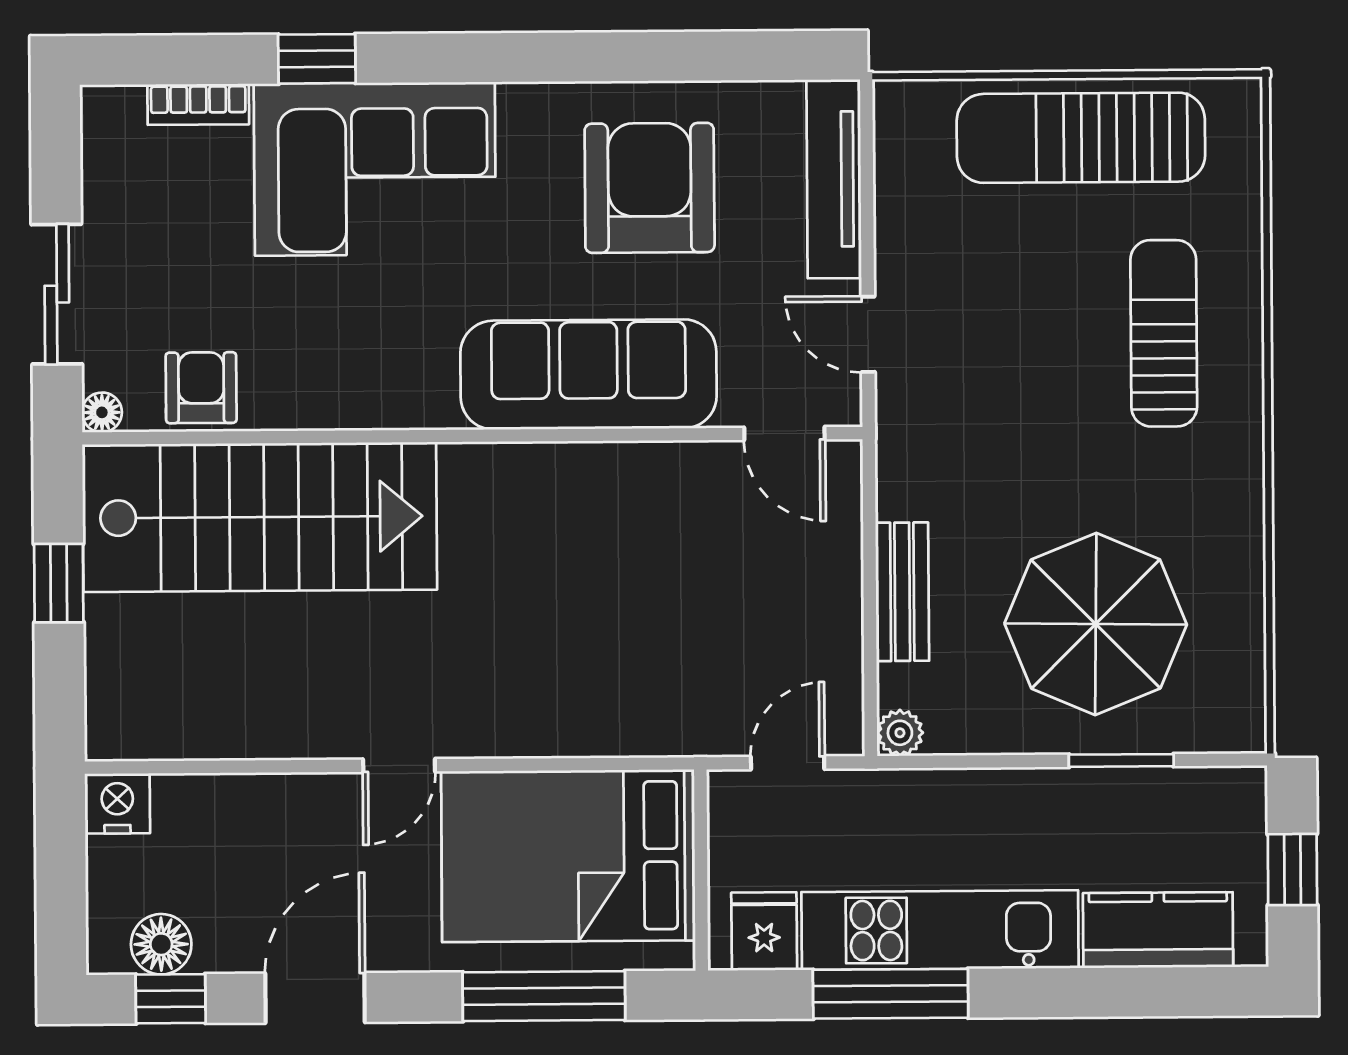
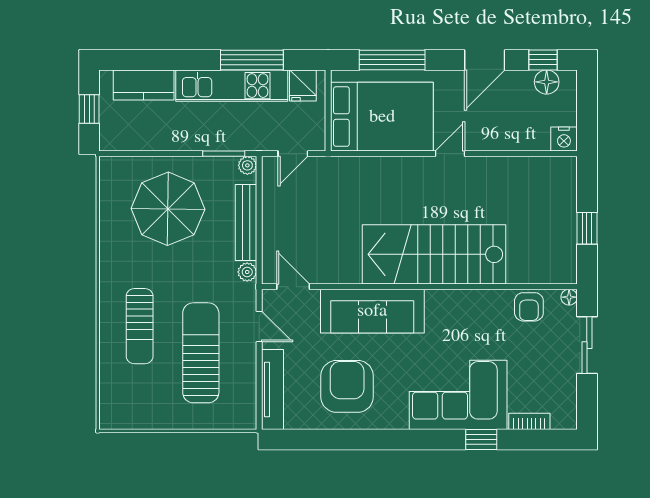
sun lounger: (1081, 138) -> (201, 353), moved, turned -90
armchair: (650, 188) -> (347, 386), turned 180
plant: (898, 469) -> (247, 272), added
stairs: (260, 517) -> (434, 254), moved
bench: (902, 592) -> (246, 222), width x1.36
window: (1121, 760) -> (224, 154), moved

